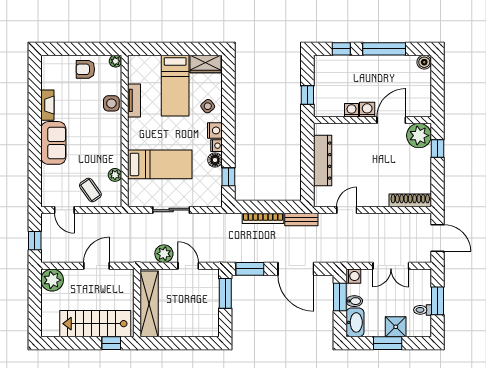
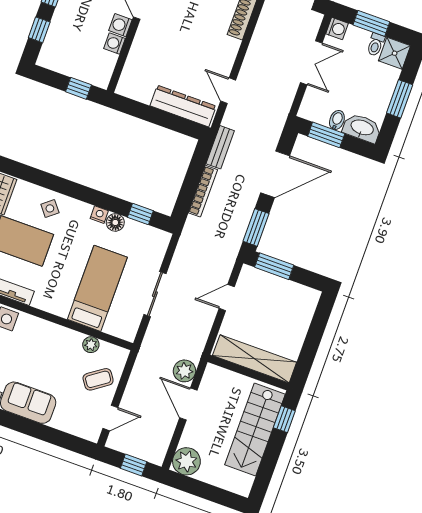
nightstand: (215, 130) -> (81, 210), removed
dresser: (323, 161) -> (183, 106), moved
plant: (164, 254) -> (184, 371), moved
washing machine: (353, 276) -> (337, 29), moved, turned 90
shower: (396, 327) -> (395, 53), moved

